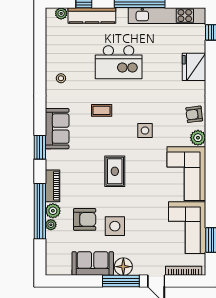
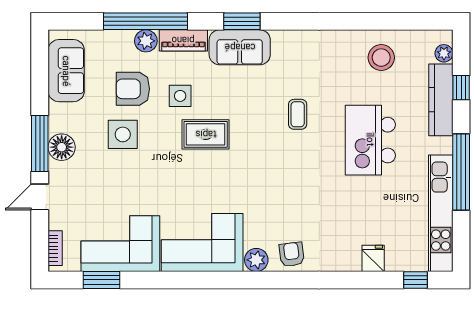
fridge: (194, 67) -> (373, 258), width x0.53, depth x0.75
stool: (61, 78) -> (381, 58), moved, width x1.89, depth x1.89
sofa: (57, 129) -> (240, 47), moved
side table: (145, 131) -> (180, 96), moved
armchair: (85, 219) -> (133, 89), turned 90
plant: (51, 225) -> (125, 38), removed
sofa: (93, 264) -> (66, 71), moved
bookcase: (184, 271) -> (55, 248), width x0.64

